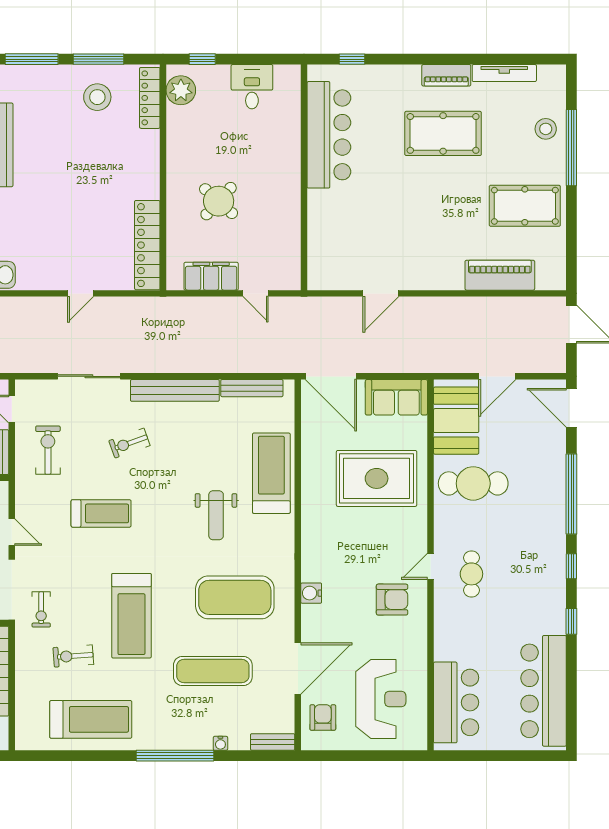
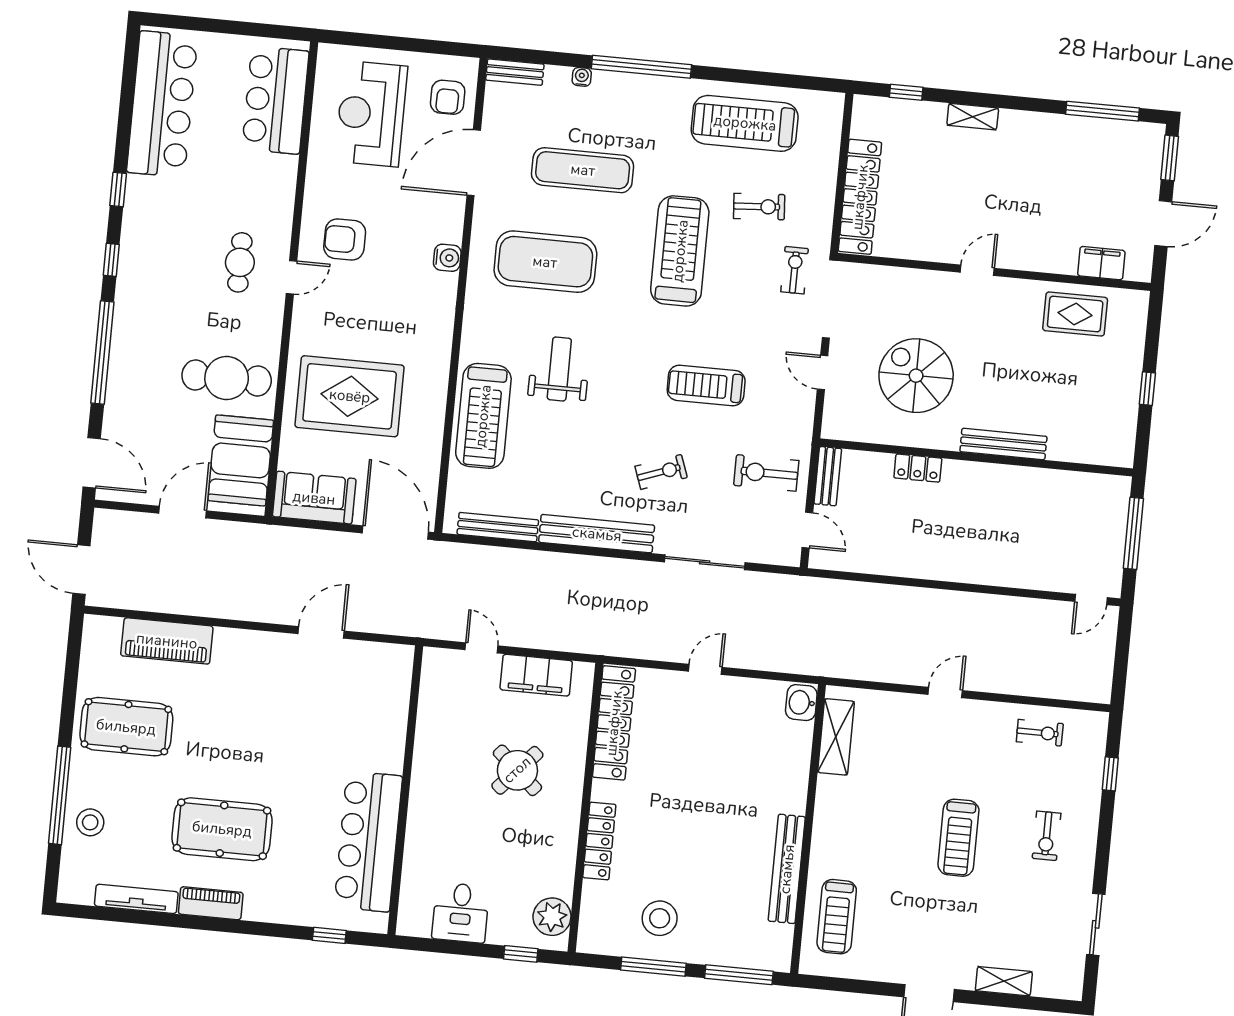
locker: (150, 98) -> (599, 841), moved
exercise bike: (48, 450) -> (766, 473), turned 90

